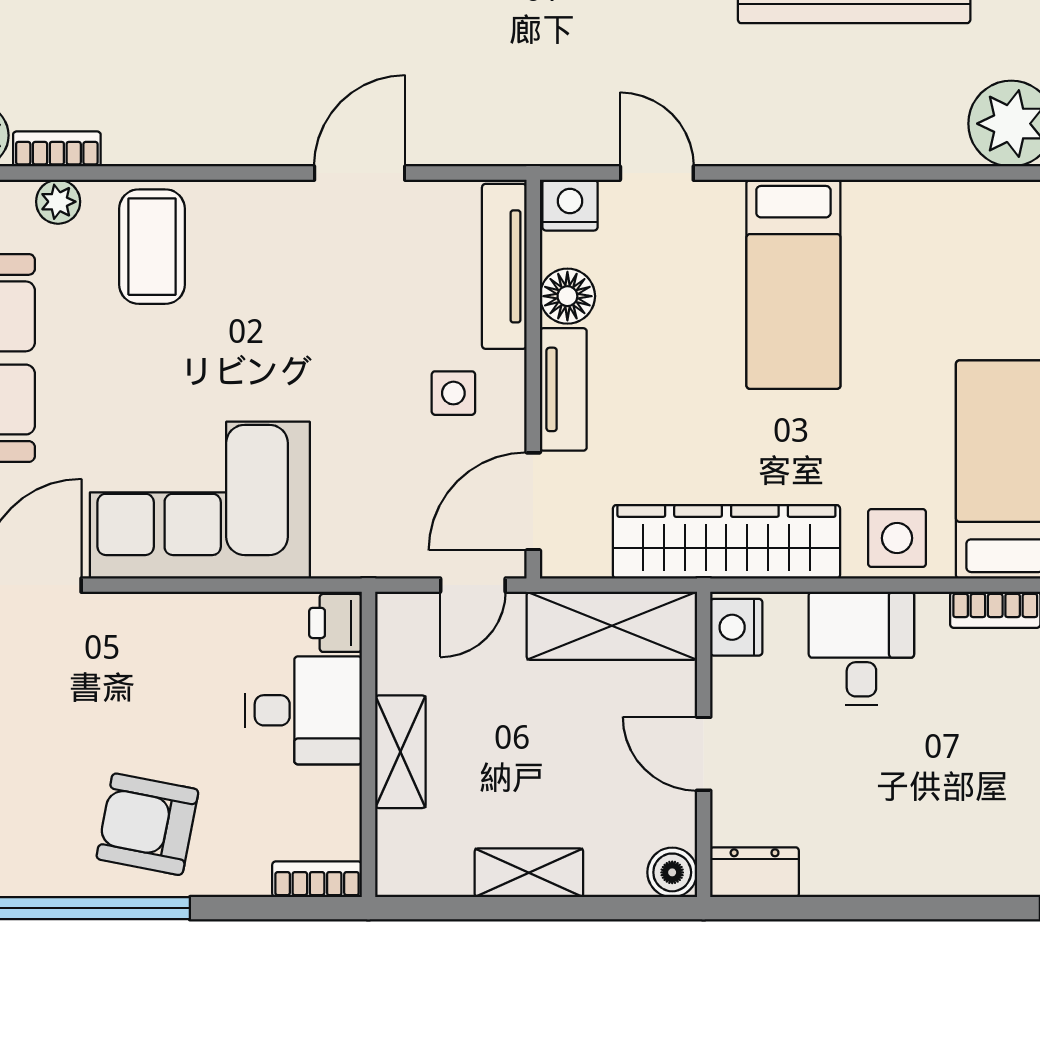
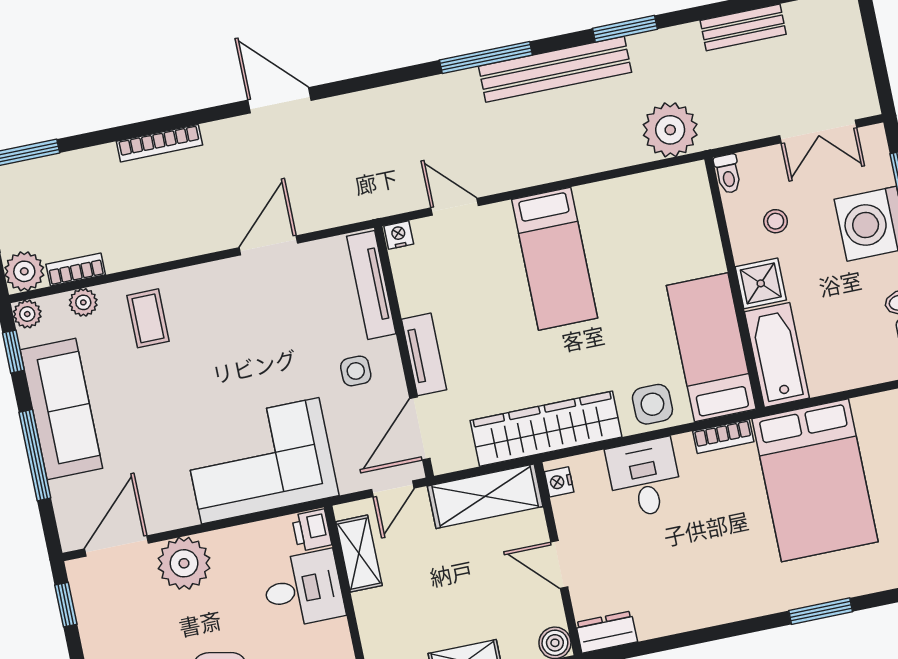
nightstand: (570, 205) -> (399, 235), width x0.72, depth x0.74
coffee table: (152, 247) -> (148, 318), width x0.73, depth x0.77
floor lamp: (567, 296) -> (415, 295), removed
corner sofa: (200, 500) -> (260, 461), moved
nightstand: (736, 627) -> (559, 482), width x0.72, depth x0.74
plant: (129, 633) -> (184, 563), added
shelving: (400, 752) -> (359, 554), moved

